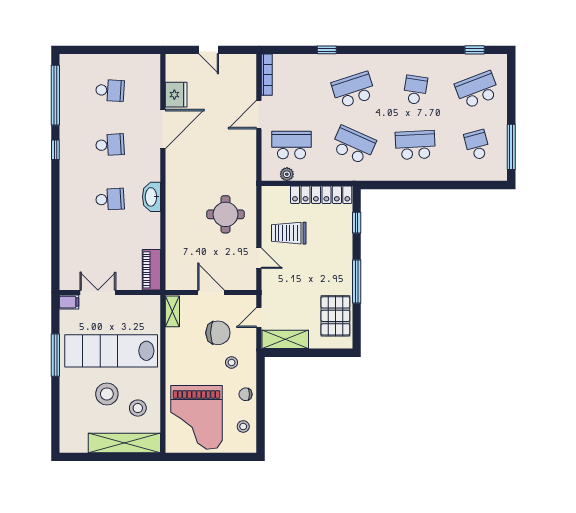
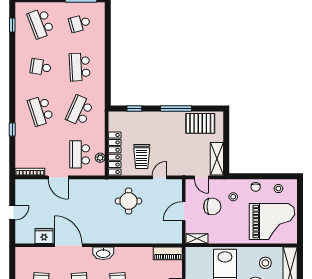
locker: (321, 195) -> (115, 154), moved
washbasin: (151, 197) -> (103, 253), moved
chair: (218, 333) -> (212, 206), turned 90

